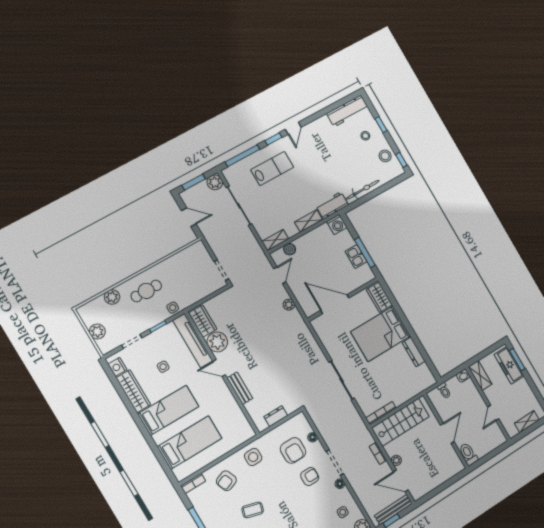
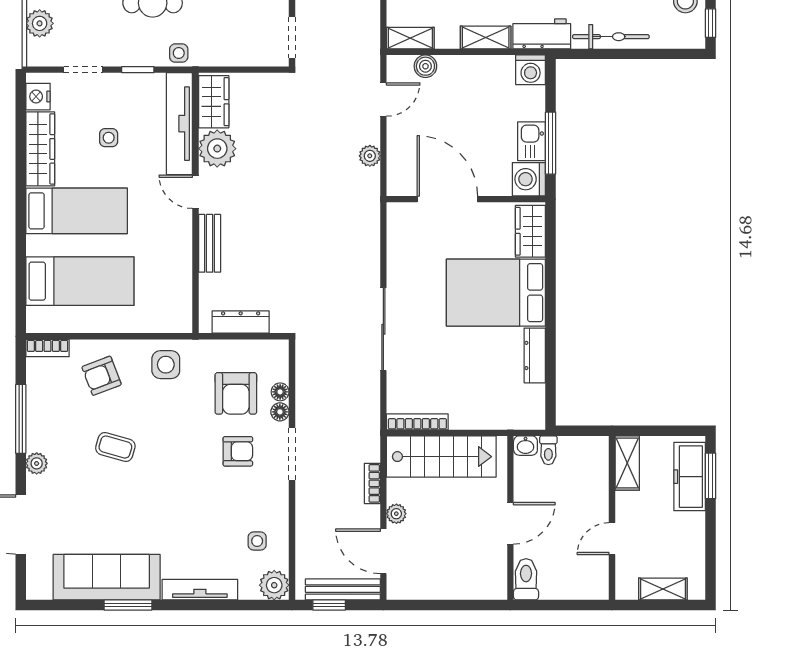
washing machine: (365, 274) -> (529, 179), added
washbasin: (463, 376) -> (525, 446), moved
dresser: (276, 416) -> (241, 322), width x1.44
floor lamp: (340, 484) -> (280, 412), moved

